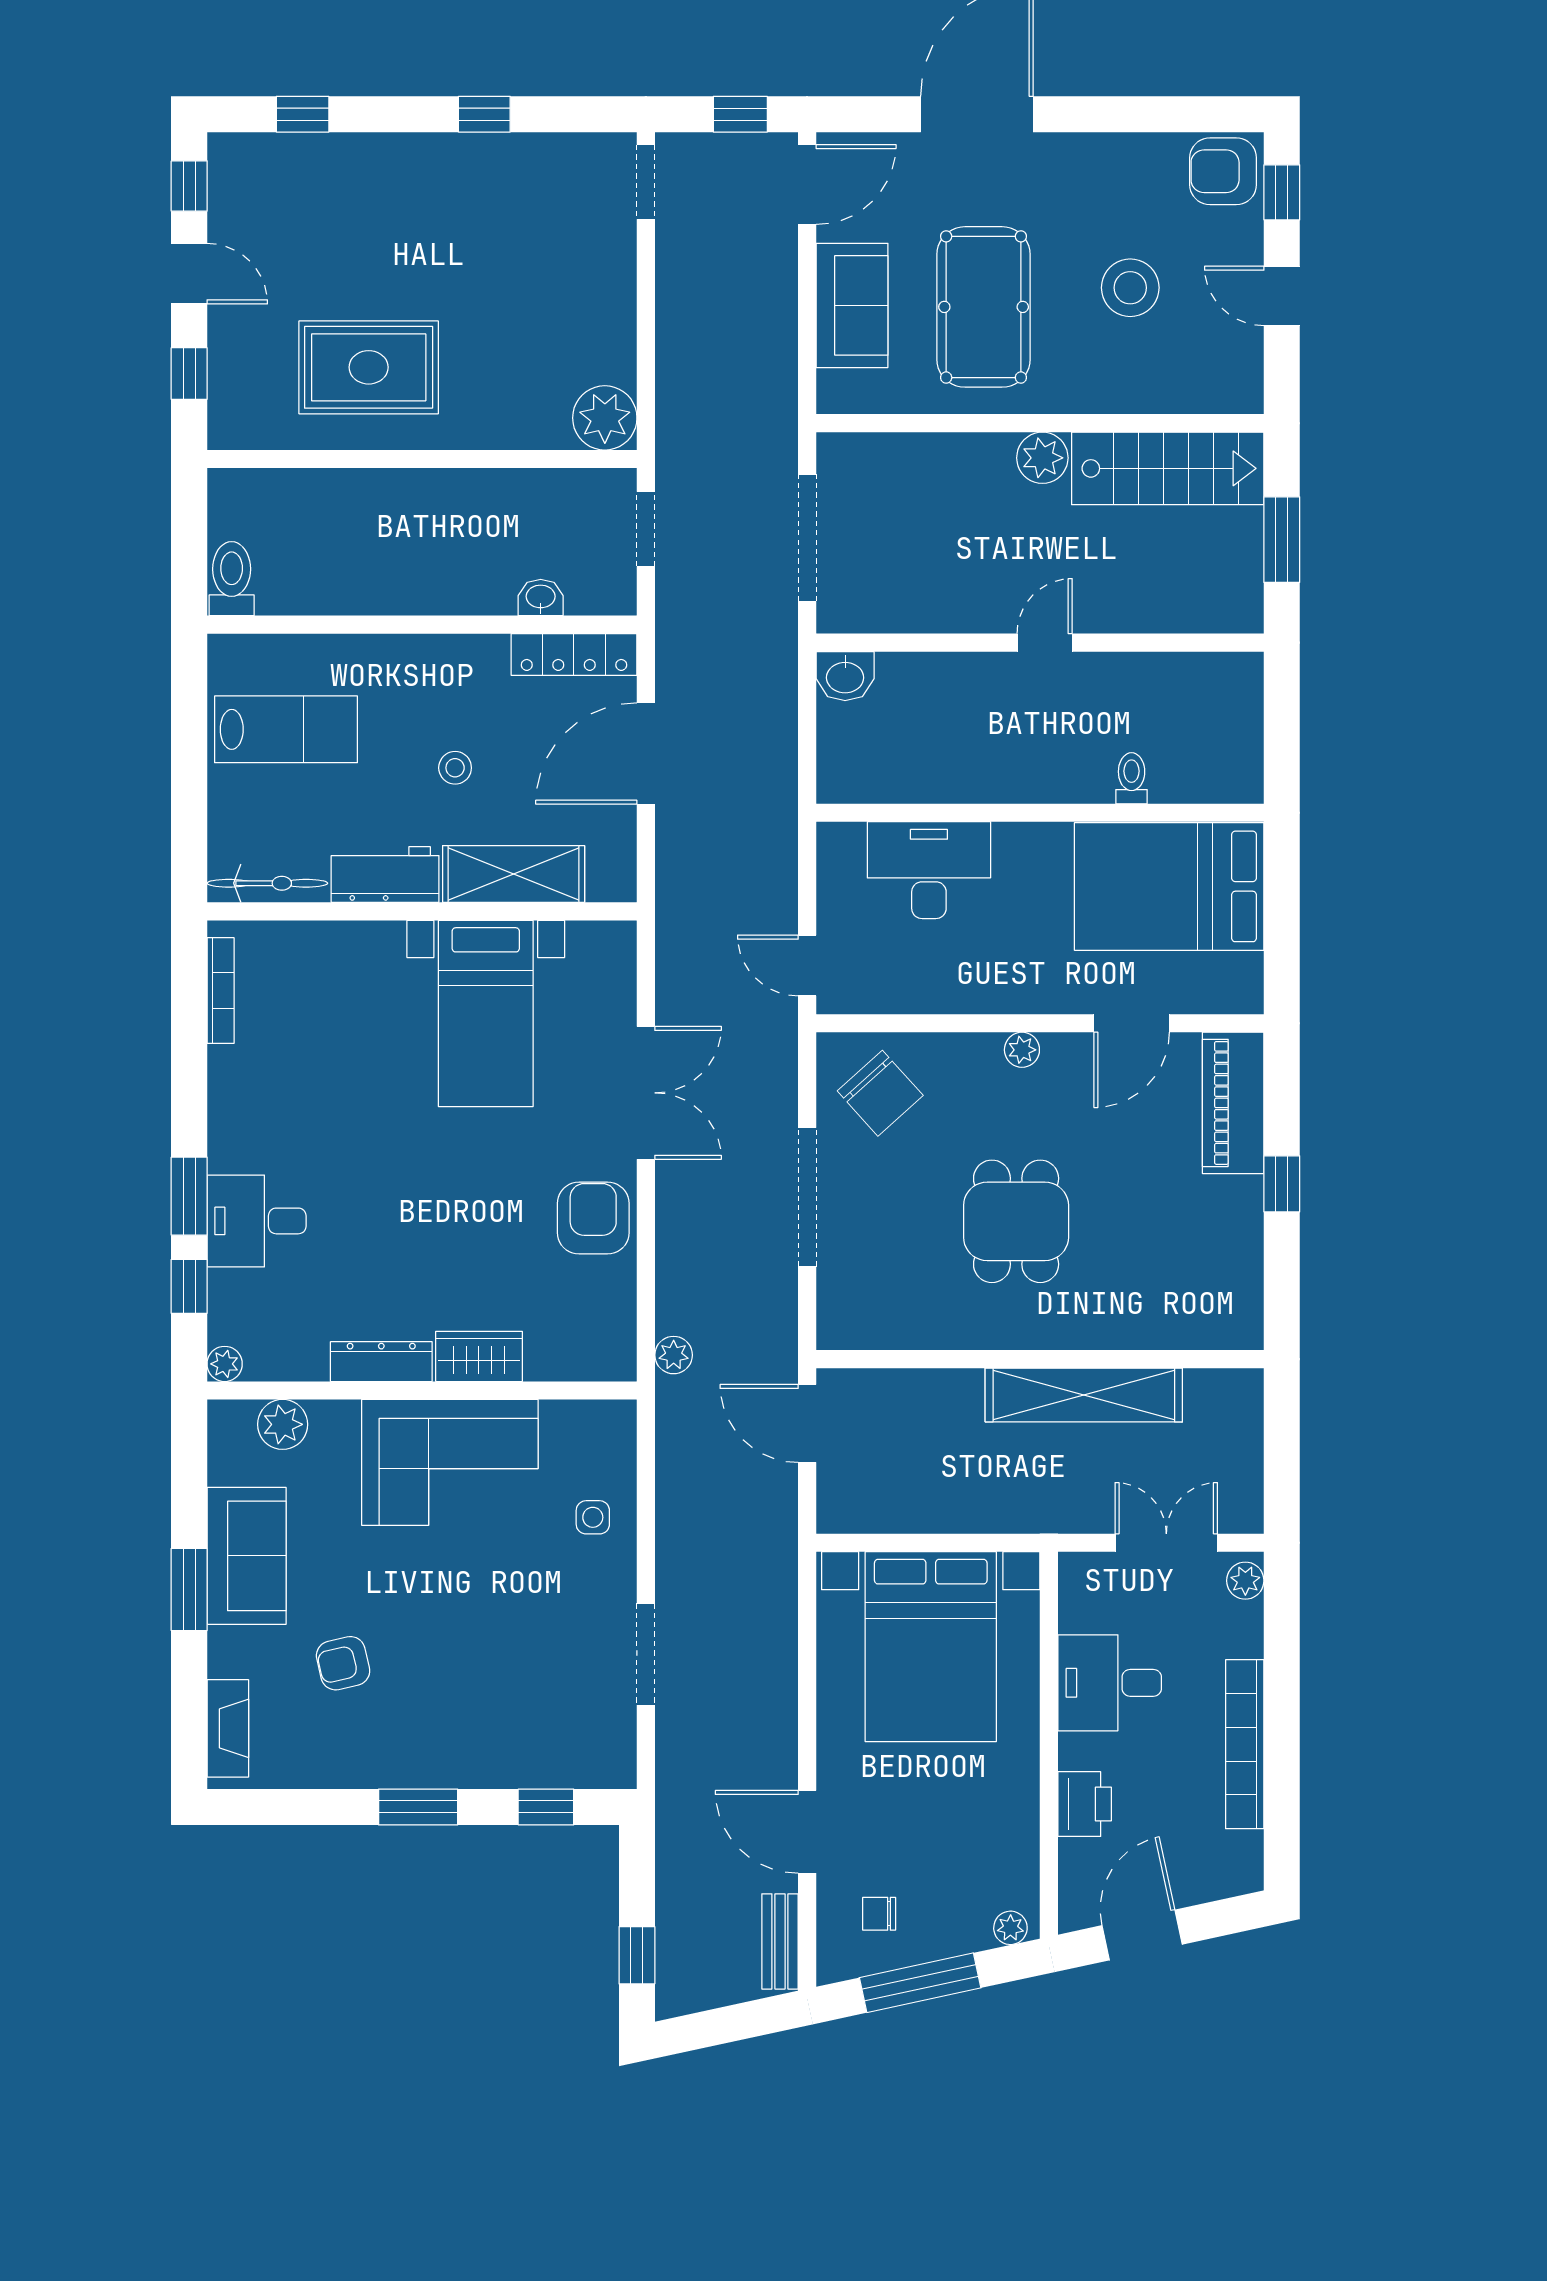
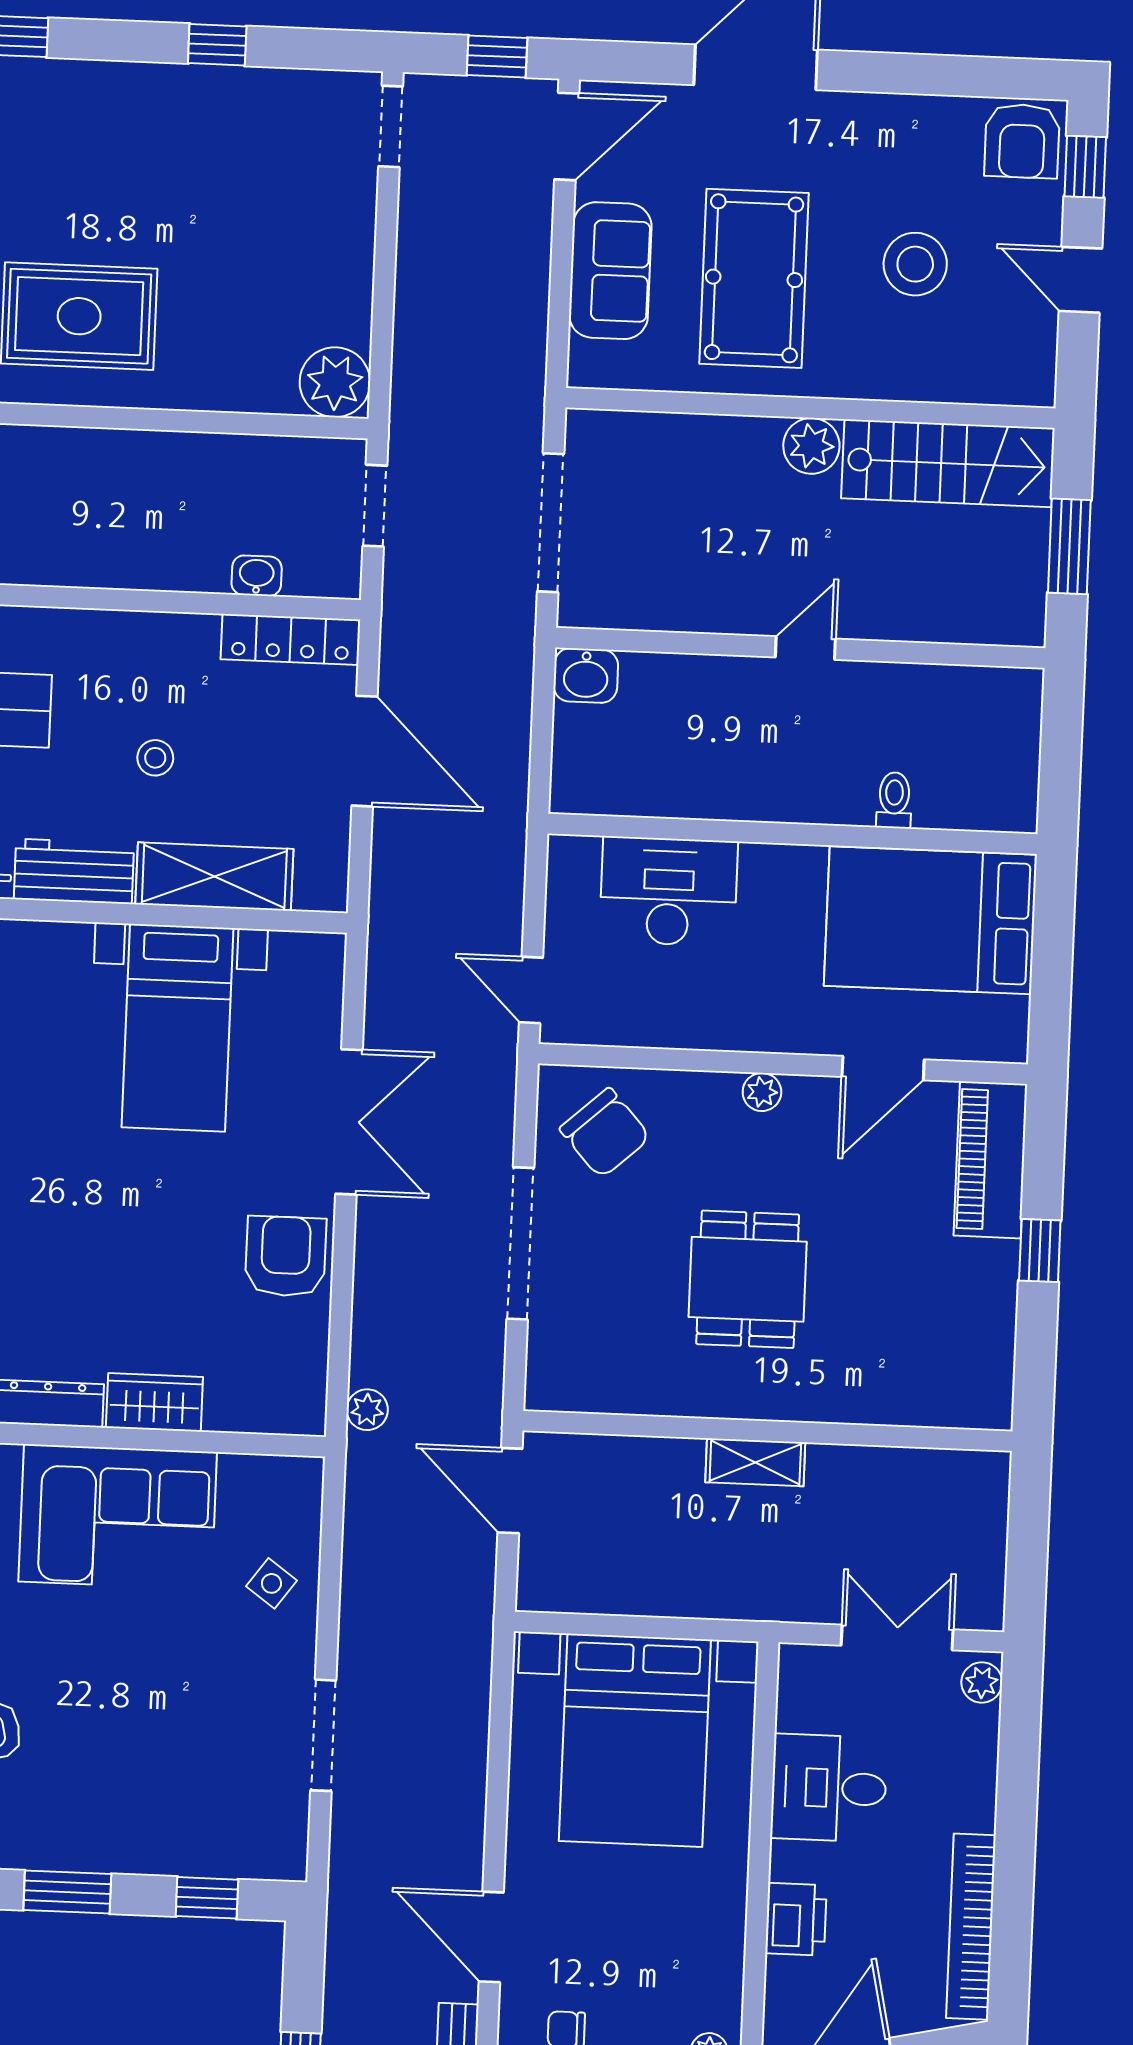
armchair: (1223, 171) -> (1022, 141), turned -90
door: (646, 754) -> (364, 751), swing flipped
shelving: (1084, 1395) -> (755, 1462), width x0.45, depth x0.75
side table: (593, 1517) -> (271, 1583), turned 36
bookcase: (1245, 1744) -> (971, 1927), moved

